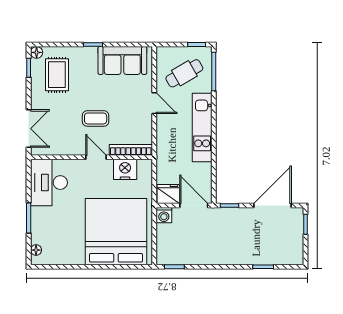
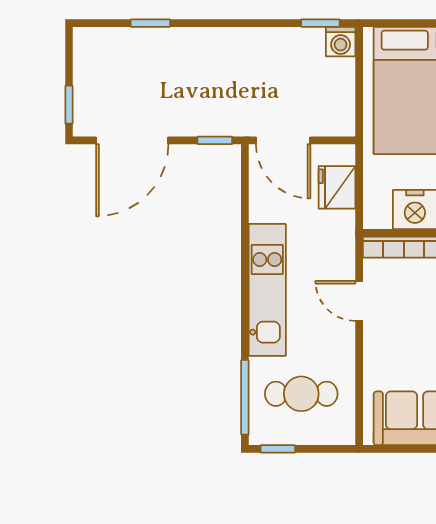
cafe table: (184, 73) -> (301, 394), turned 30
door: (154, 103) -> (359, 301), moved
fridge: (168, 194) -> (337, 187), moved, turned 90
washing machine: (164, 215) -> (341, 42), moved, turned 180

